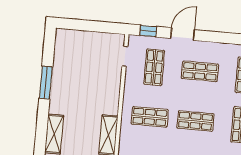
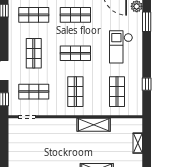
shop shelf: (195, 121) -> (75, 53), turned 90

